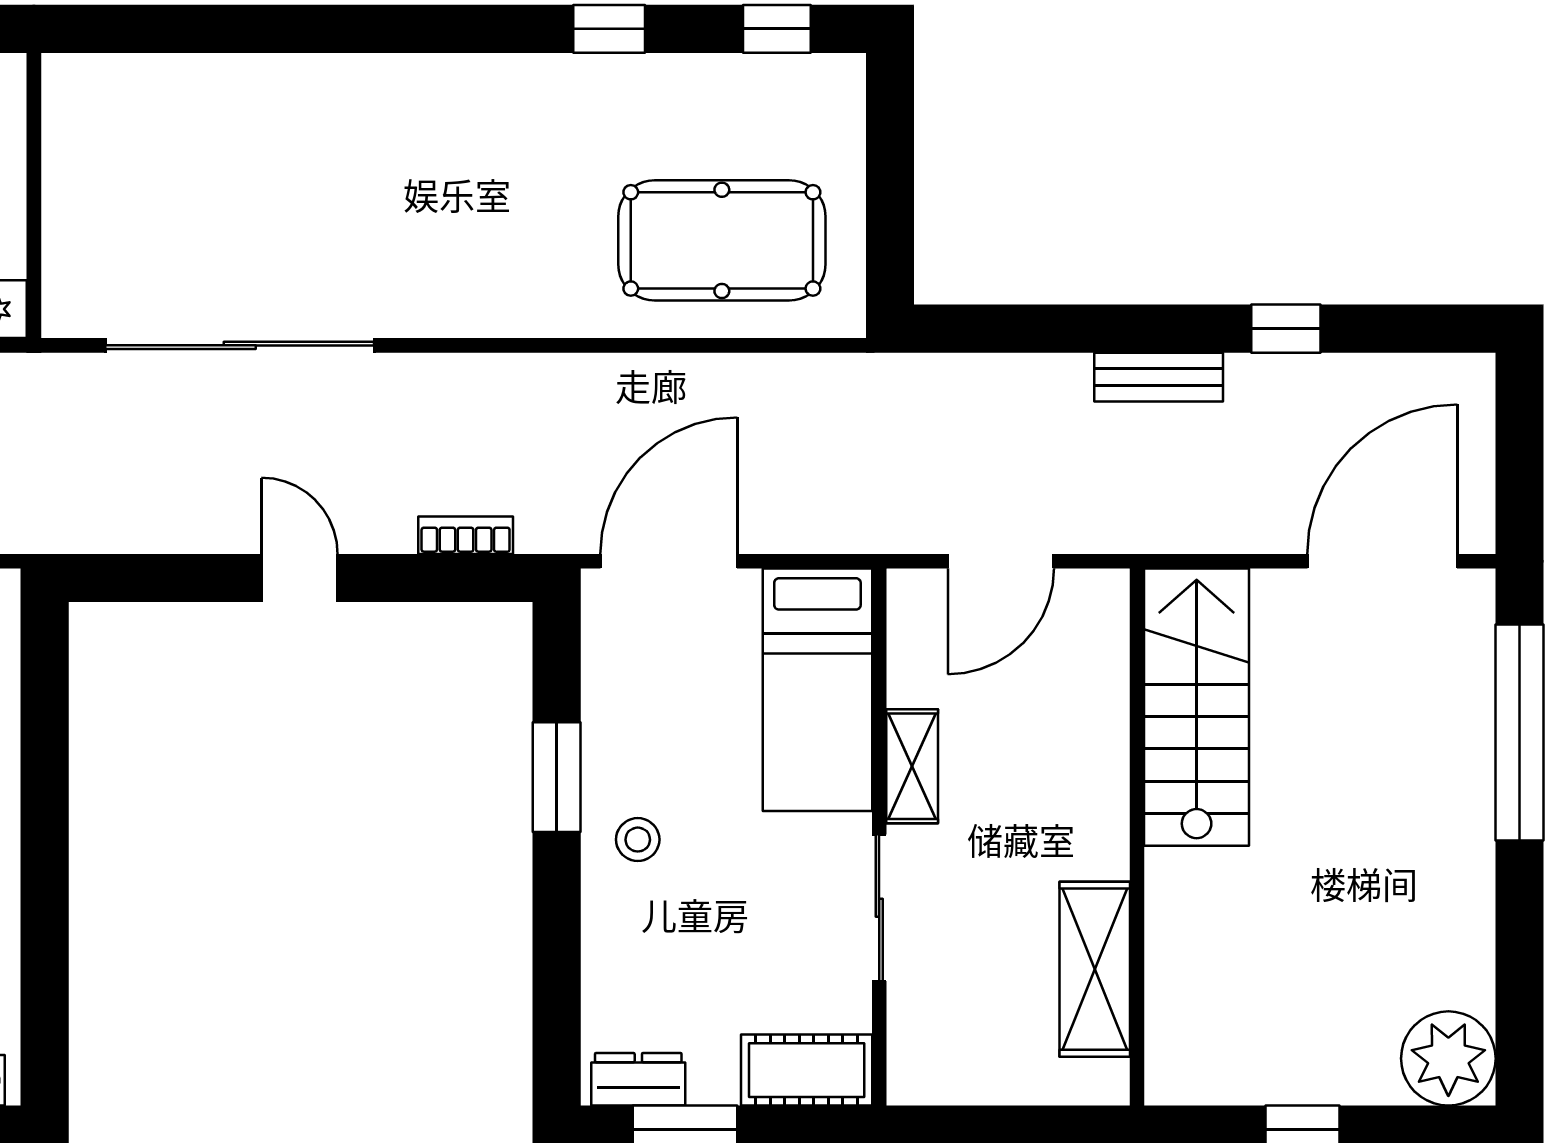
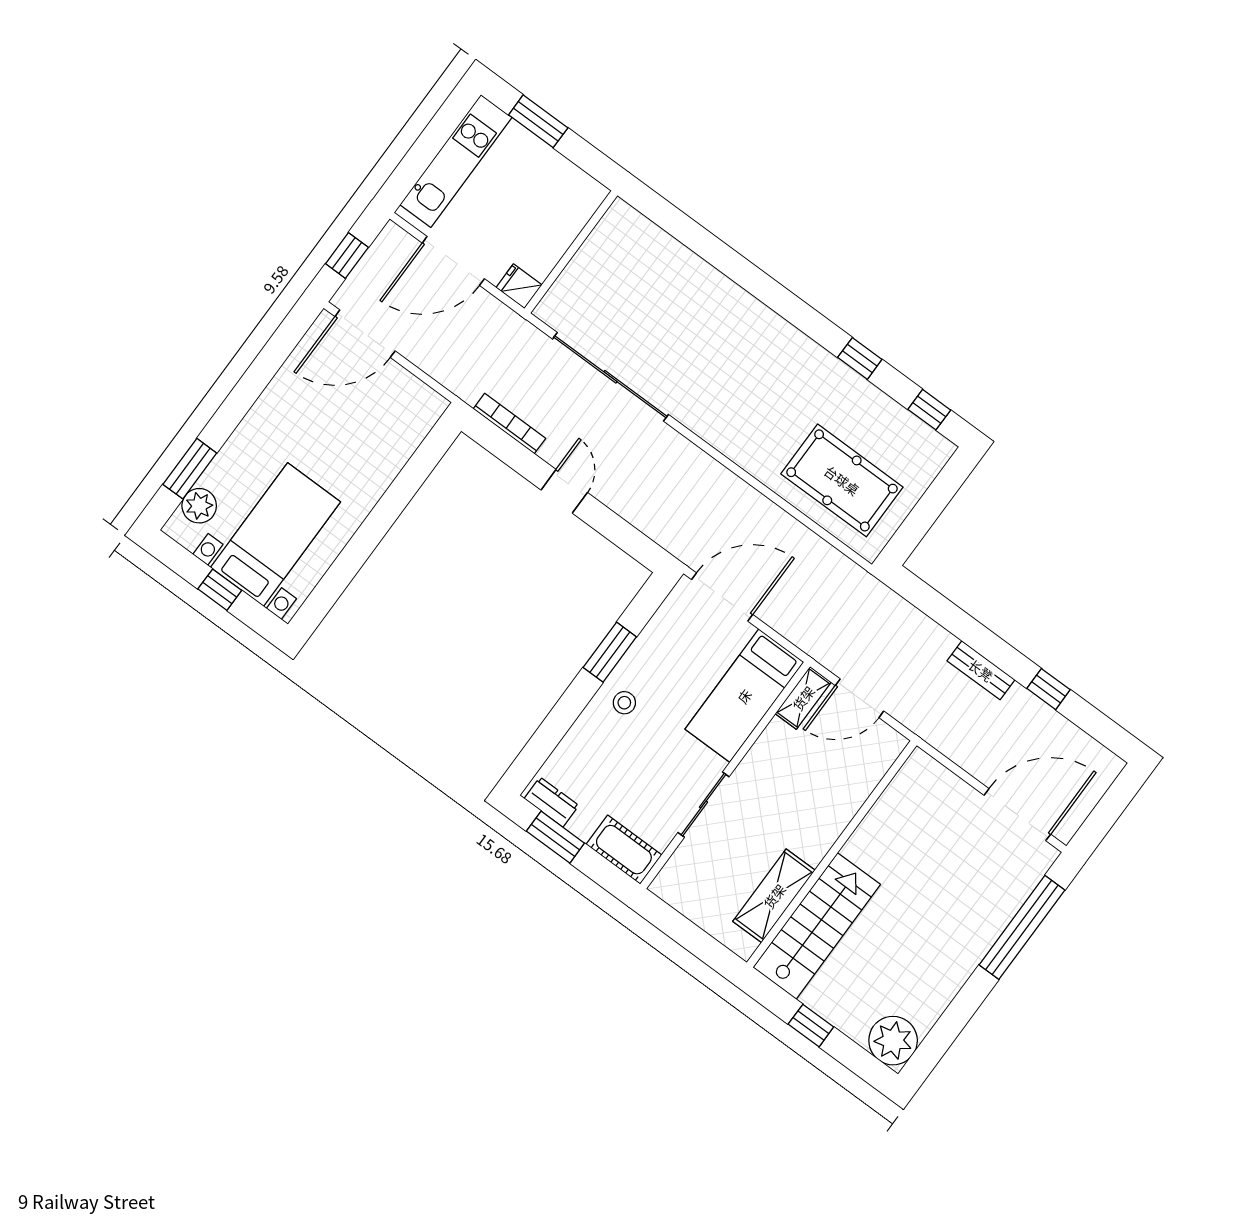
bookcase: (466, 535) -> (509, 424), moved, width x1.56
stairs: (1197, 707) -> (817, 926), moved
shelving: (912, 766) -> (803, 698), moved

